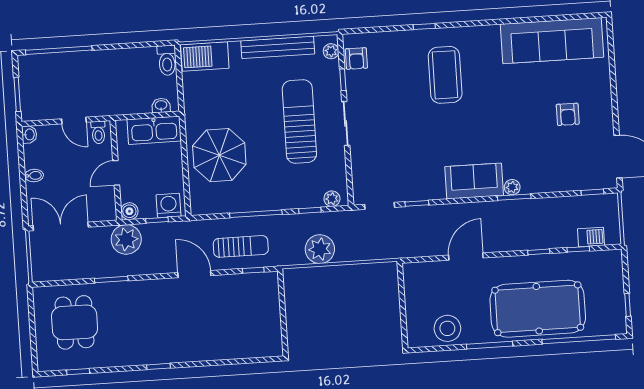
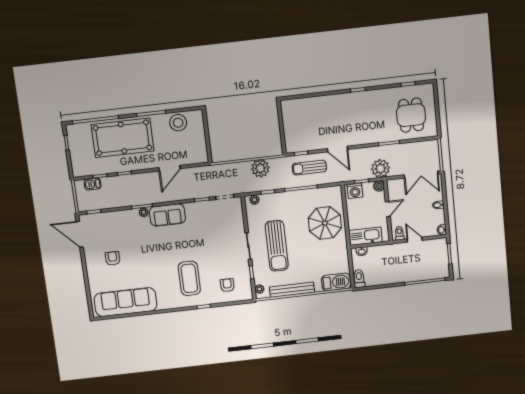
armchair: (356, 59) -> (227, 285), moved

